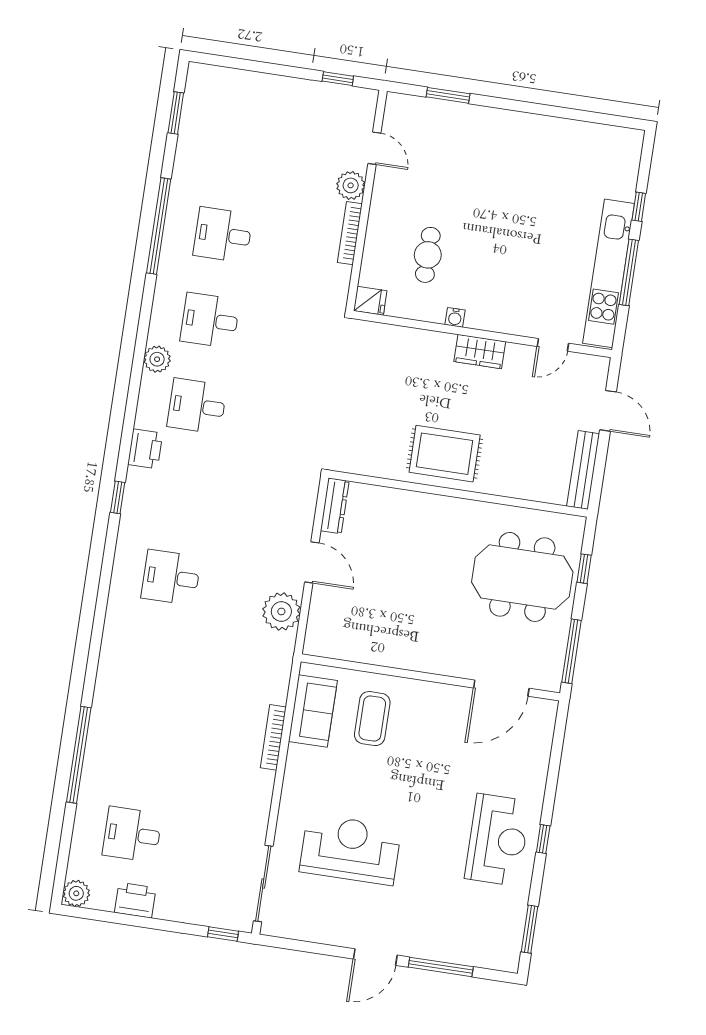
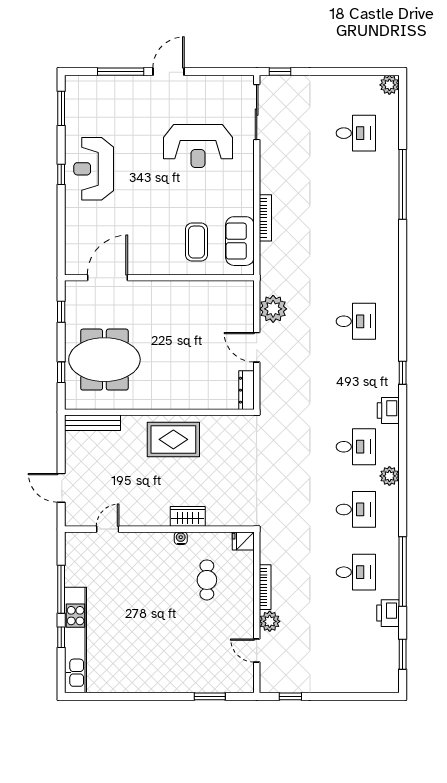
kitchen unit: (609, 273) -> (76, 640), moved
wardrobe: (480, 352) -> (188, 516), moved
bench: (583, 470) -> (92, 423), moved, turned 90
window: (572, 651) -> (61, 312), width x0.46
printer: (135, 900) -> (388, 613), moved, turned 90

